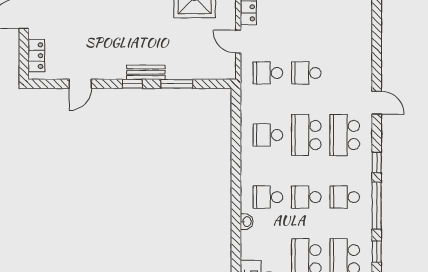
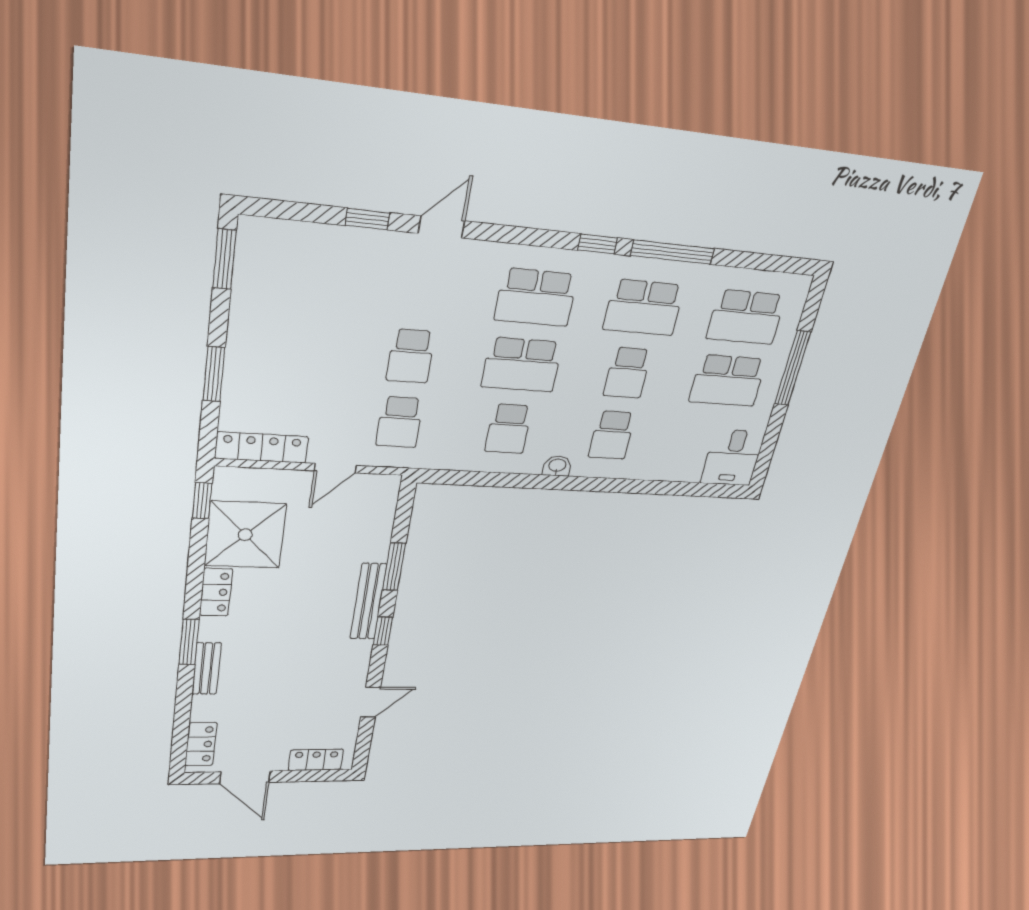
bench: (146, 72) -> (368, 602), width x1.36
door: (80, 84) -> (371, 702), hinge flipped
door: (377, 103) -> (441, 227), moved
school desk: (345, 197) -> (644, 307), width x1.85
washbasin: (247, 222) -> (557, 466), moved
window: (377, 252) -> (368, 219), moved

